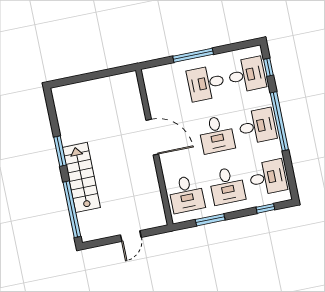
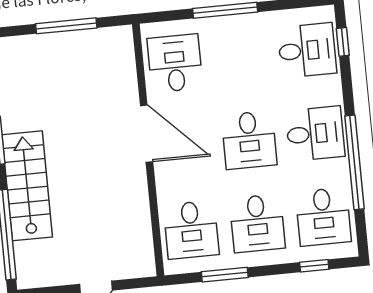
window: (95, 75) -> (66, 26), added
desk: (206, 83) -> (175, 63), moved, turned 90
window: (279, 121) -> (355, 162), moved
desk: (268, 177) -> (323, 217), turned 90

